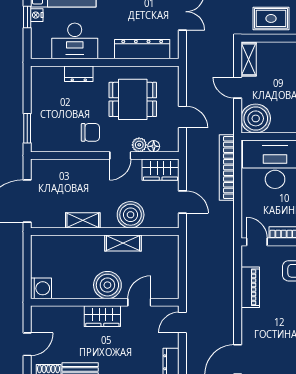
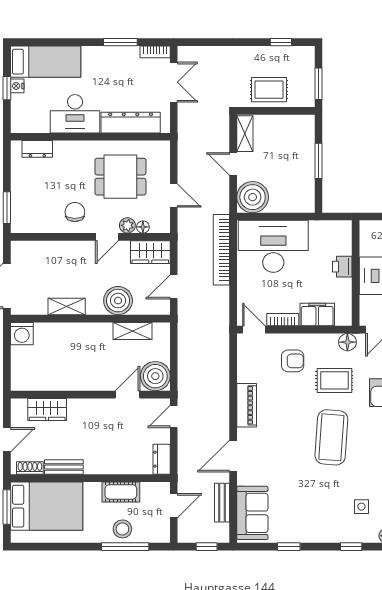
desk: (75, 41) -> (75, 114), moved
dresser: (79, 74) -> (37, 149), moved
chair: (90, 132) -> (75, 212), turned -90
door: (182, 202) -> (174, 287), swing flipped
shelving: (123, 243) -> (133, 331), moved
boiler: (107, 285) -> (155, 376), moved
piano: (250, 287) -> (247, 405), moved
washing machine: (41, 288) -> (22, 334), moved, turned 90
wardrobe: (102, 316) -> (47, 410), moved

